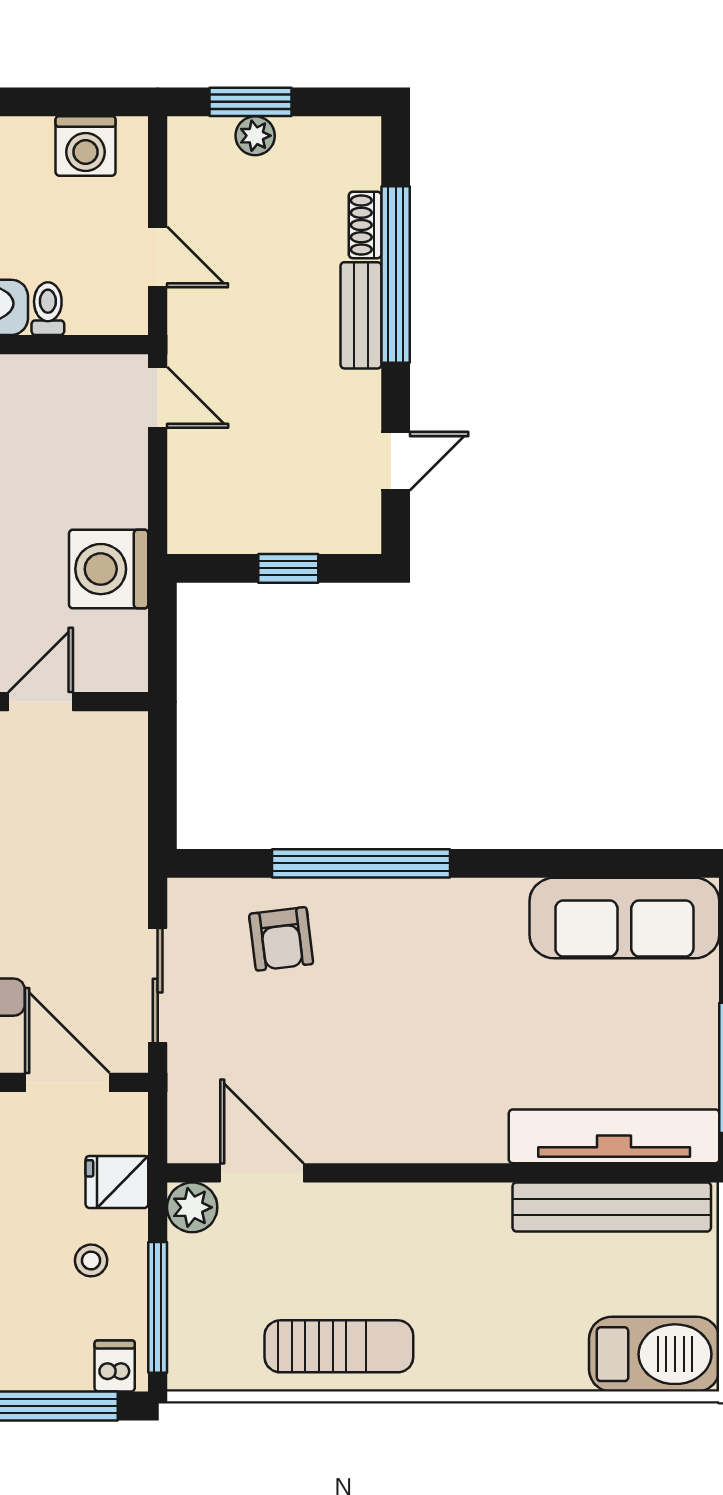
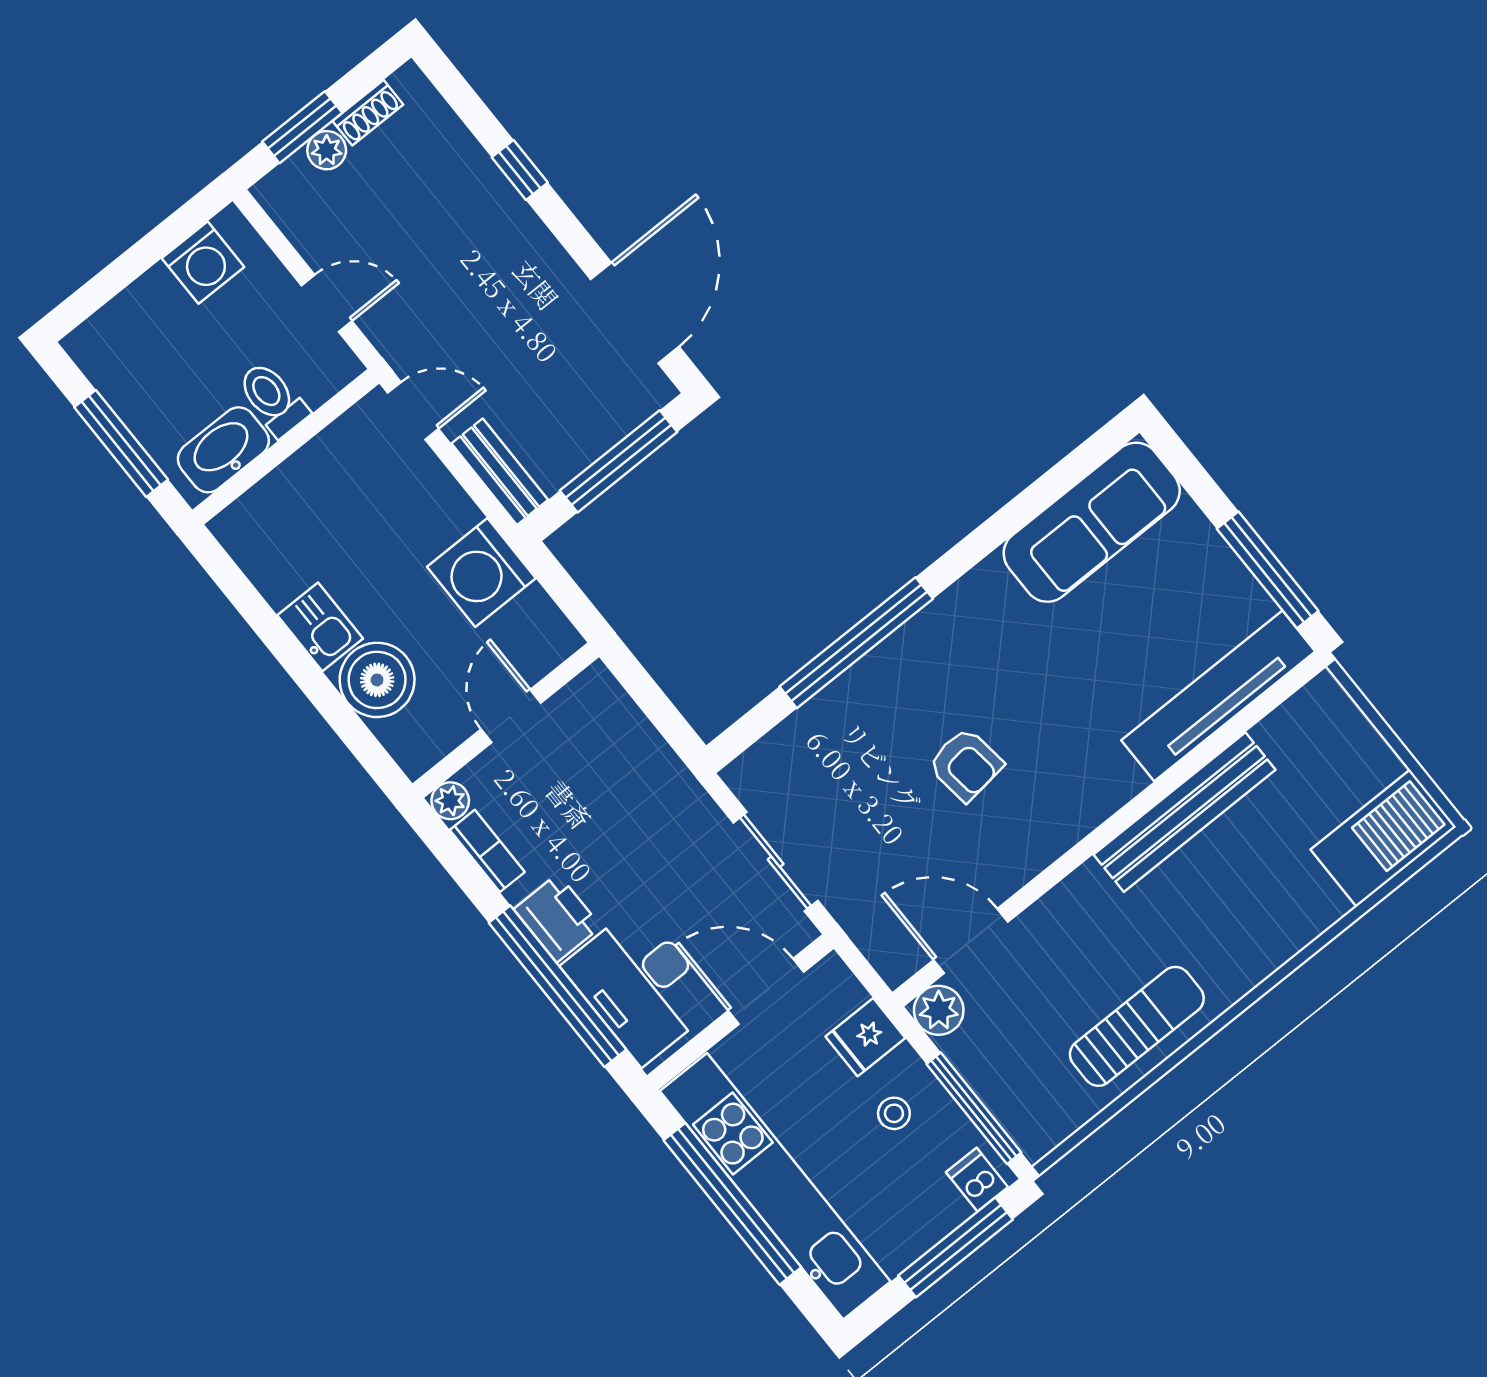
shoe rack: (365, 225) -> (368, 113), moved, turned -90
window: (396, 274) -> (520, 170), width x0.32
toilet: (48, 309) -> (273, 399), width x1.37, depth x1.39
bench: (361, 315) -> (500, 472), moved
door: (396, 461) -> (635, 313), width x1.87
window: (288, 568) -> (619, 461), width x2.17
armchair: (281, 939) -> (966, 764), moved
bench: (612, 1207) -> (1185, 812), moved

